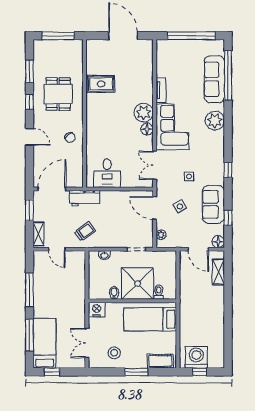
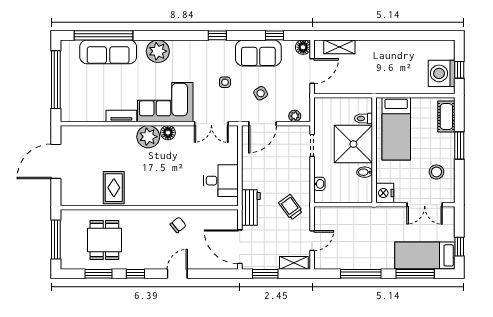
dining table: (58, 94) -> (104, 240), moved, turned 90

